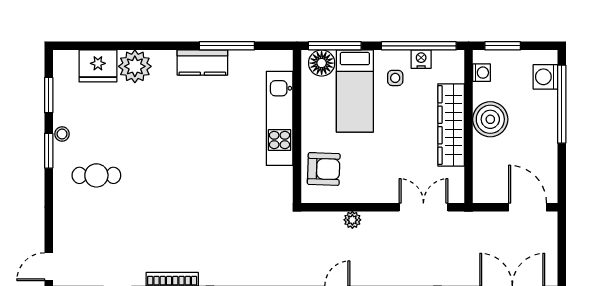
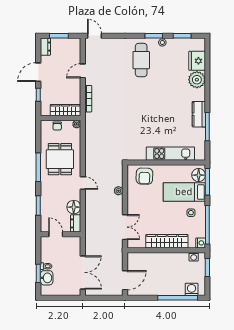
nightstand: (421, 59) -> (201, 243), moved
boiler: (490, 119) -> (170, 261), removed
cafe table: (96, 175) -> (141, 60), width x1.37, depth x1.35

